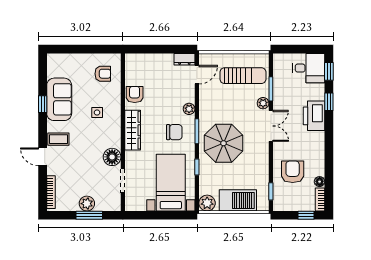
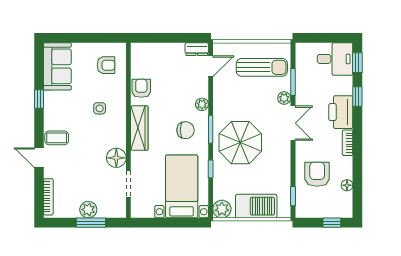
sofa: (59, 99) -> (57, 66), moved
bookcase: (320, 199) -> (348, 143), moved

